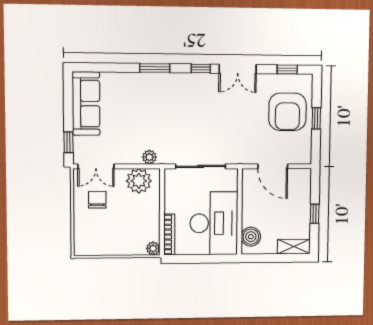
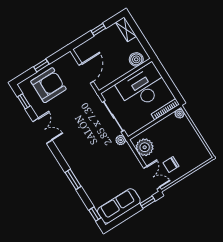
window: (201, 69) -> (95, 214), moved
plant: (149, 157) -> (121, 140), moved

